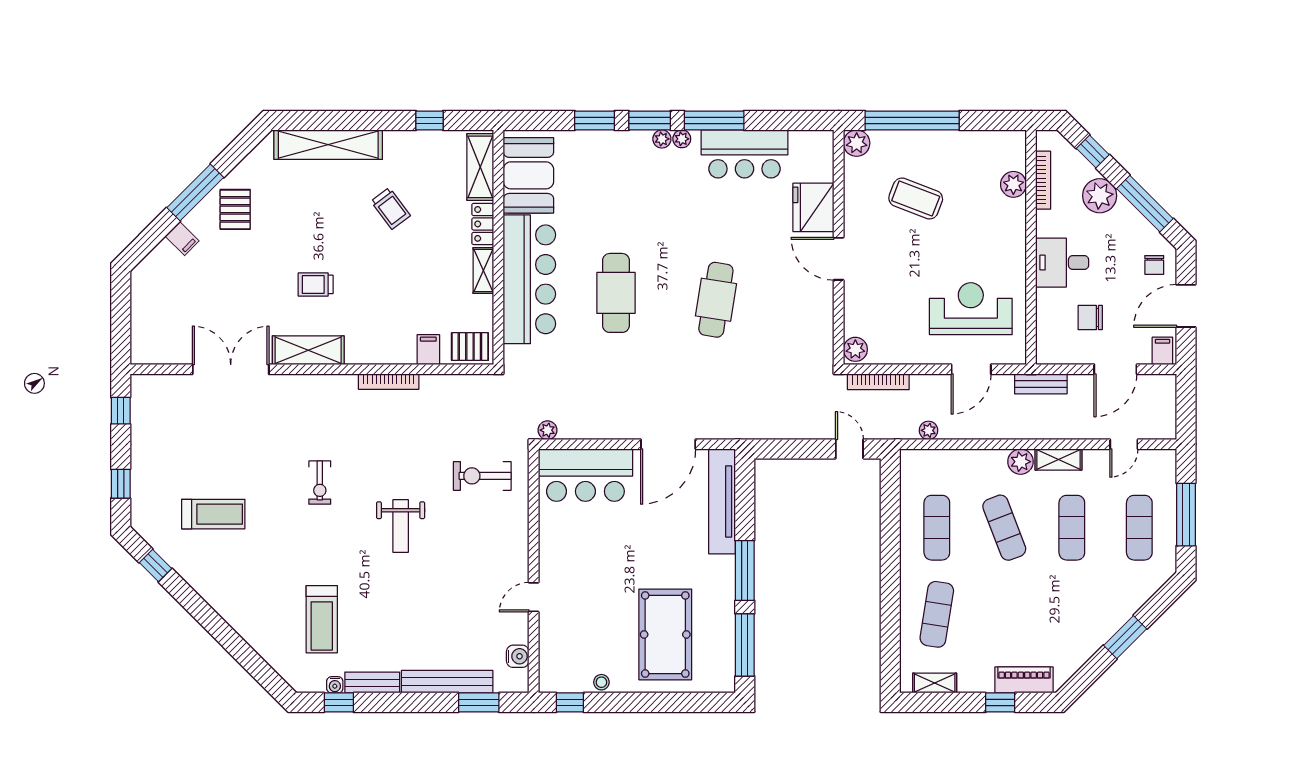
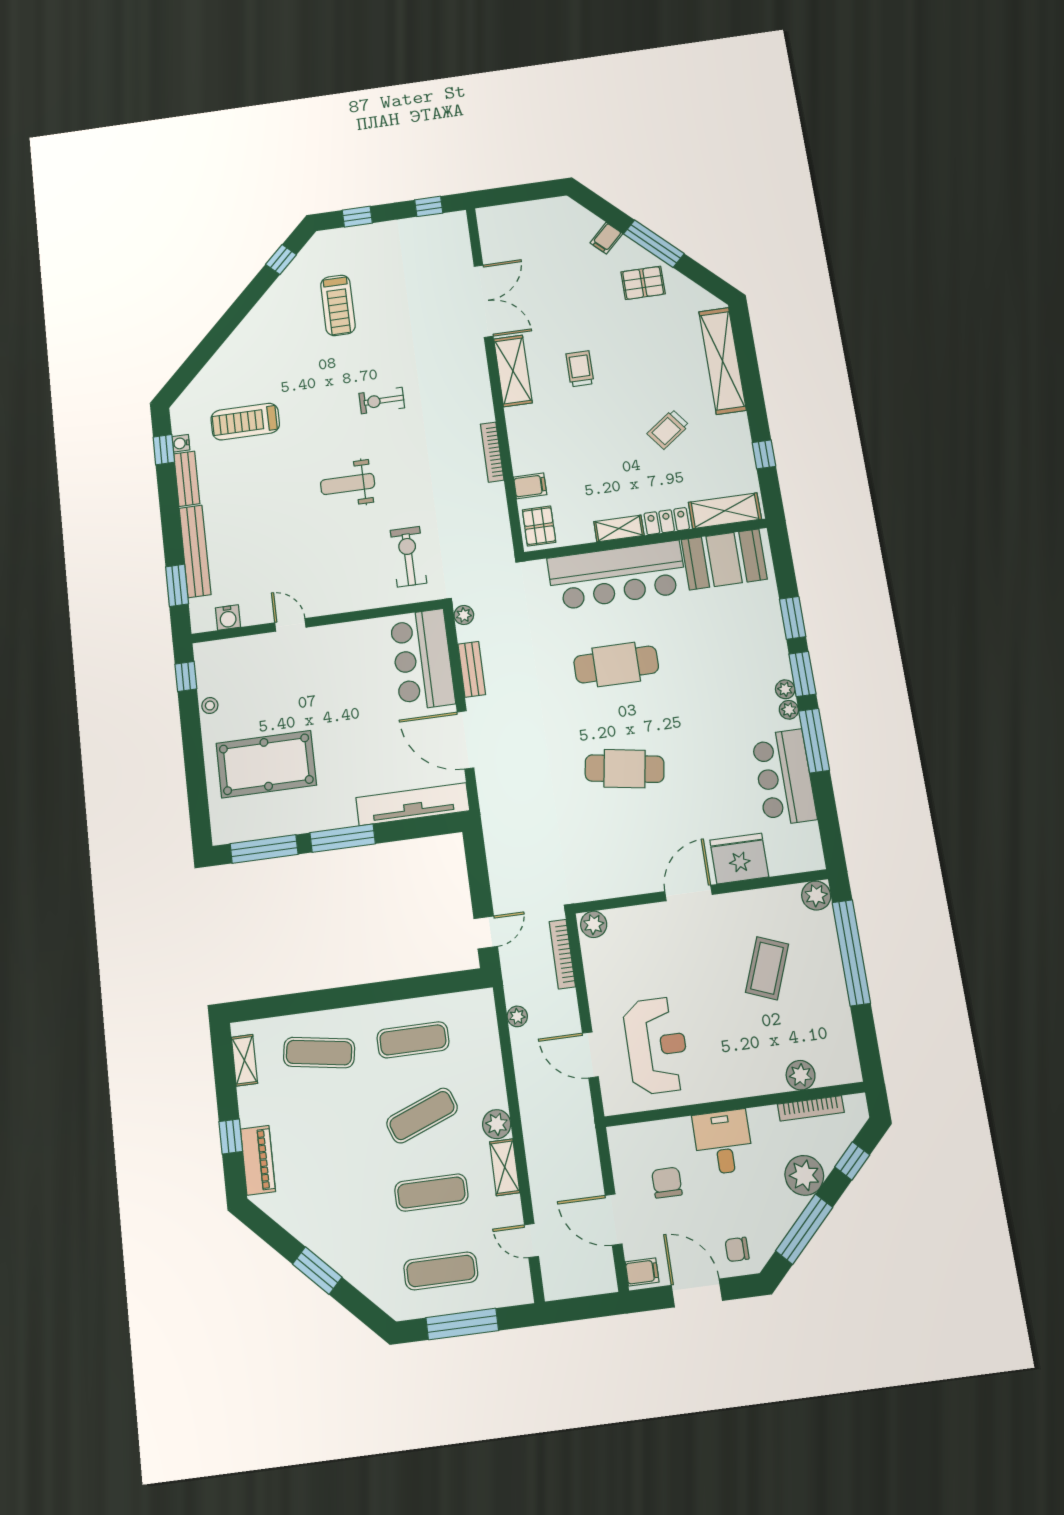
bench: (1041, 384) -> (472, 669), moved

